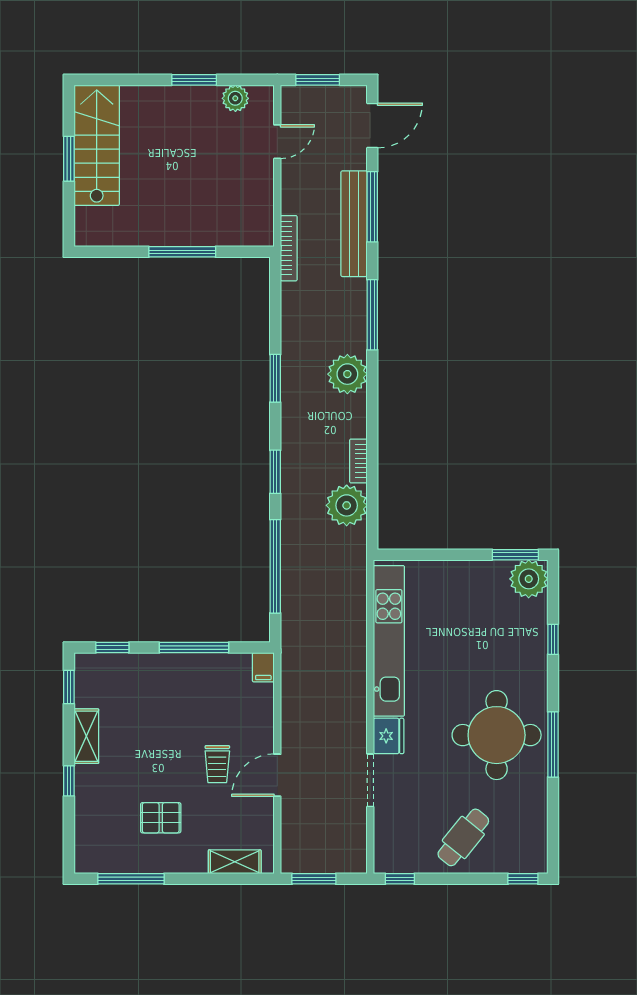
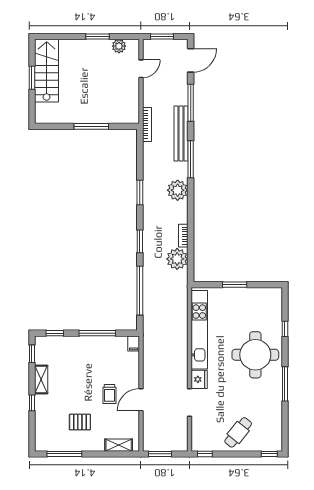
bench: (354, 224) -> (181, 134), moved
window: (515, 555) -> (235, 285), moved
plant: (529, 579) -> (272, 297), removed
round table: (497, 735) -> (255, 355), moved

